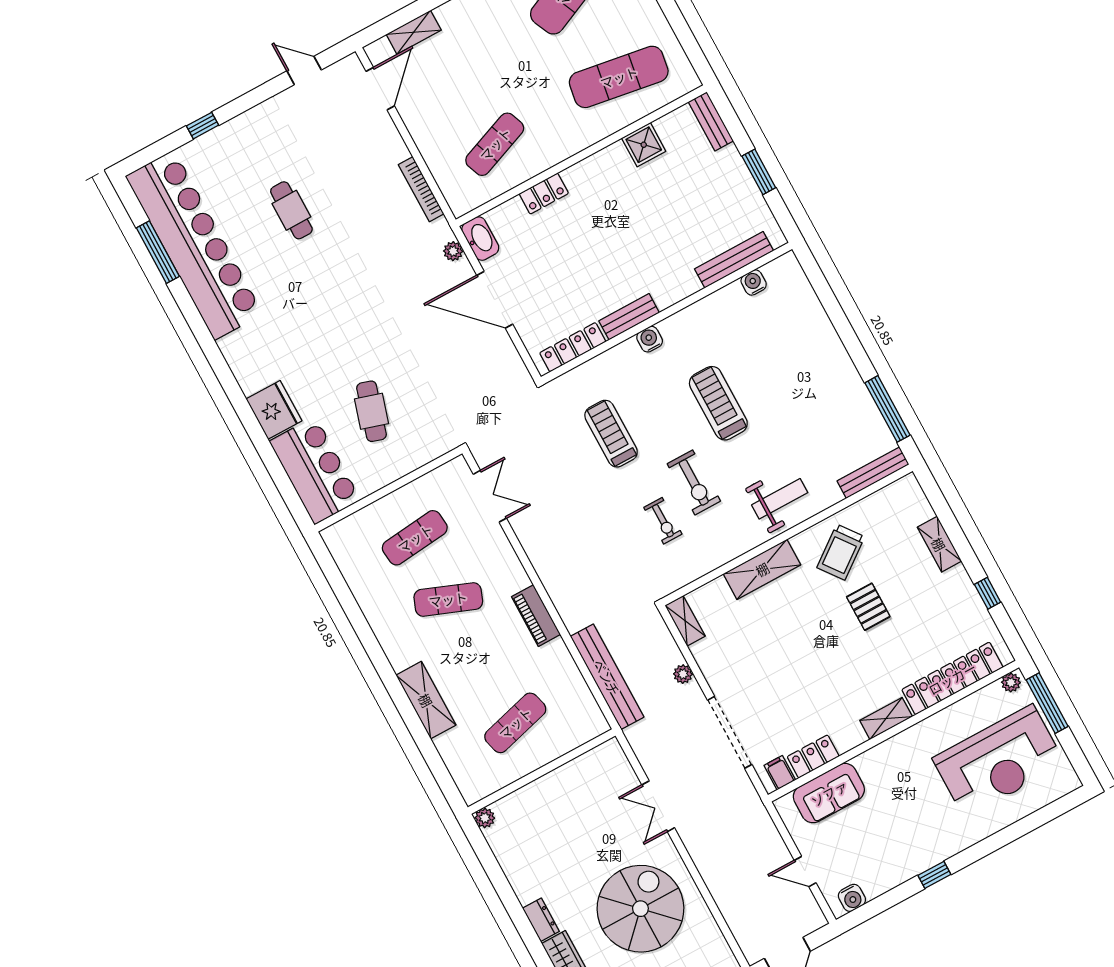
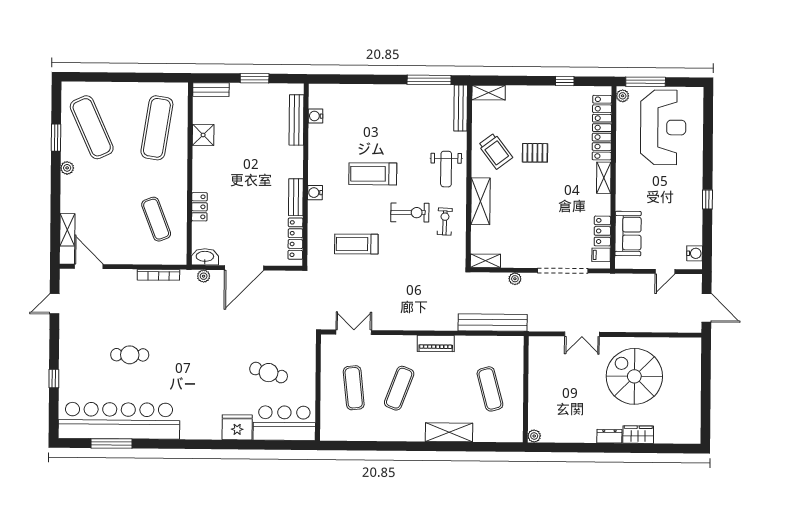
weight bench: (780, 499) -> (446, 169), turned 180
exercise bike: (663, 521) -> (445, 222), moved, turned -88
shelving: (939, 544) -> (489, 93), moved

